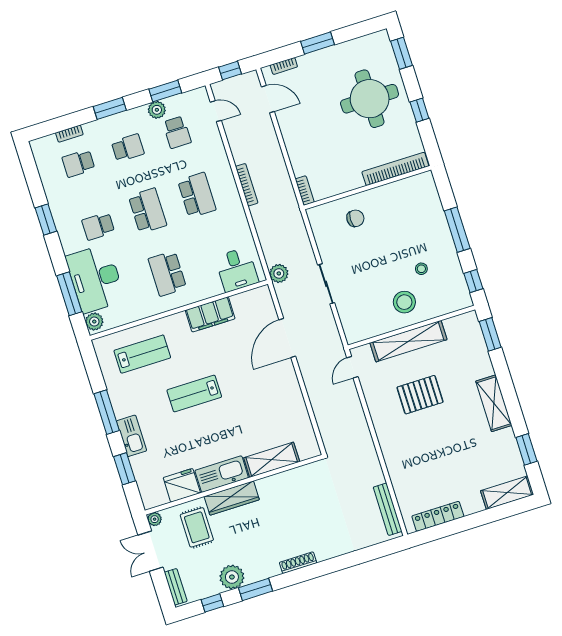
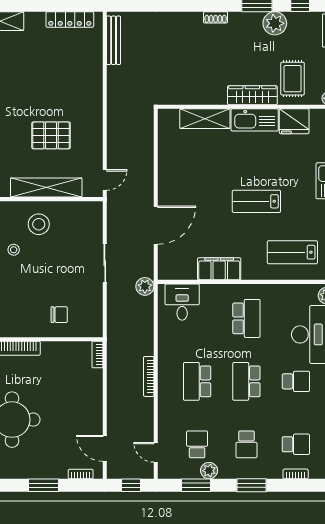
school desk: (128, 148) -> (246, 444), turned -90
chair: (355, 218) -> (59, 315), turned 180
lab bench: (194, 394) -> (256, 201), turned 180
shoe rack: (298, 563) -> (216, 17), width x0.70

